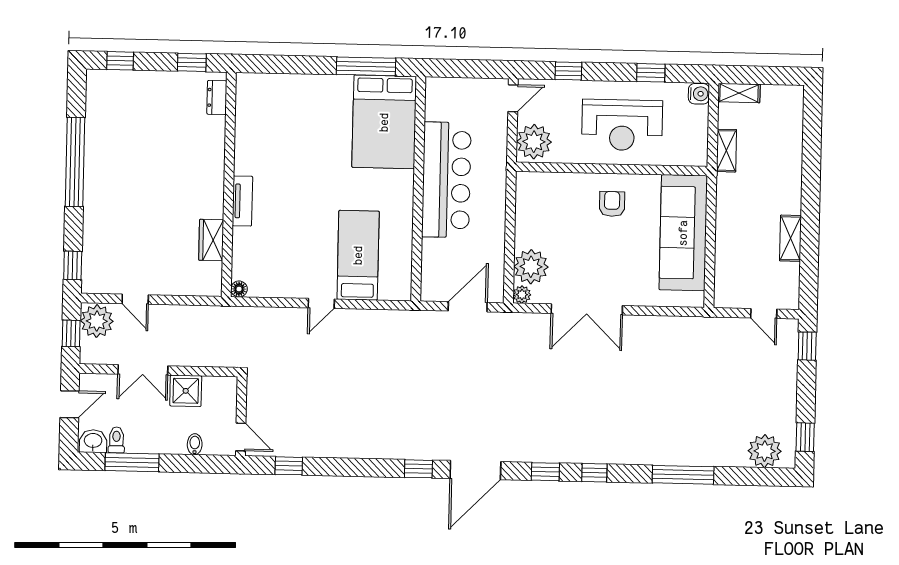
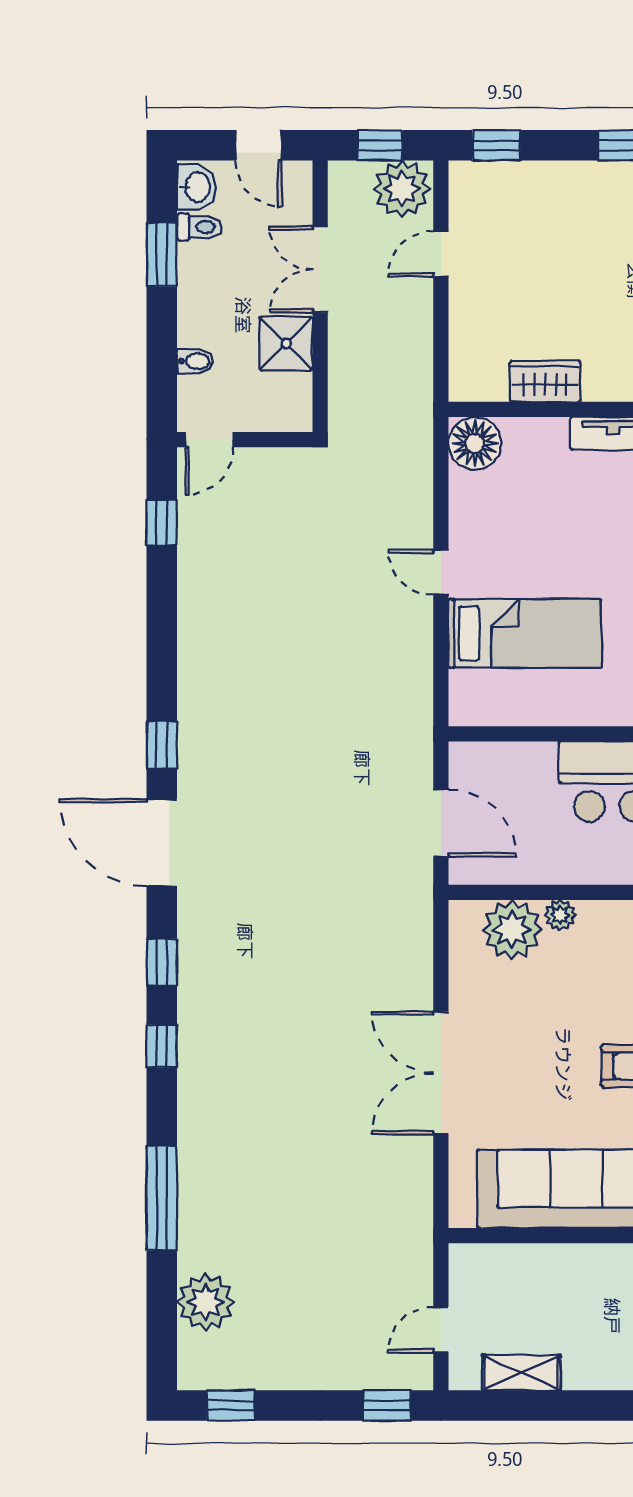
shelving: (790, 238) -> (521, 1373), moved
floor lamp: (239, 289) -> (475, 443), width x1.89, depth x1.89
plant: (522, 295) -> (560, 915), moved
double door: (587, 309) -> (441, 1073), moved
plant: (765, 451) -> (206, 1302), moved
window: (132, 462) -> (162, 254), width x0.69

